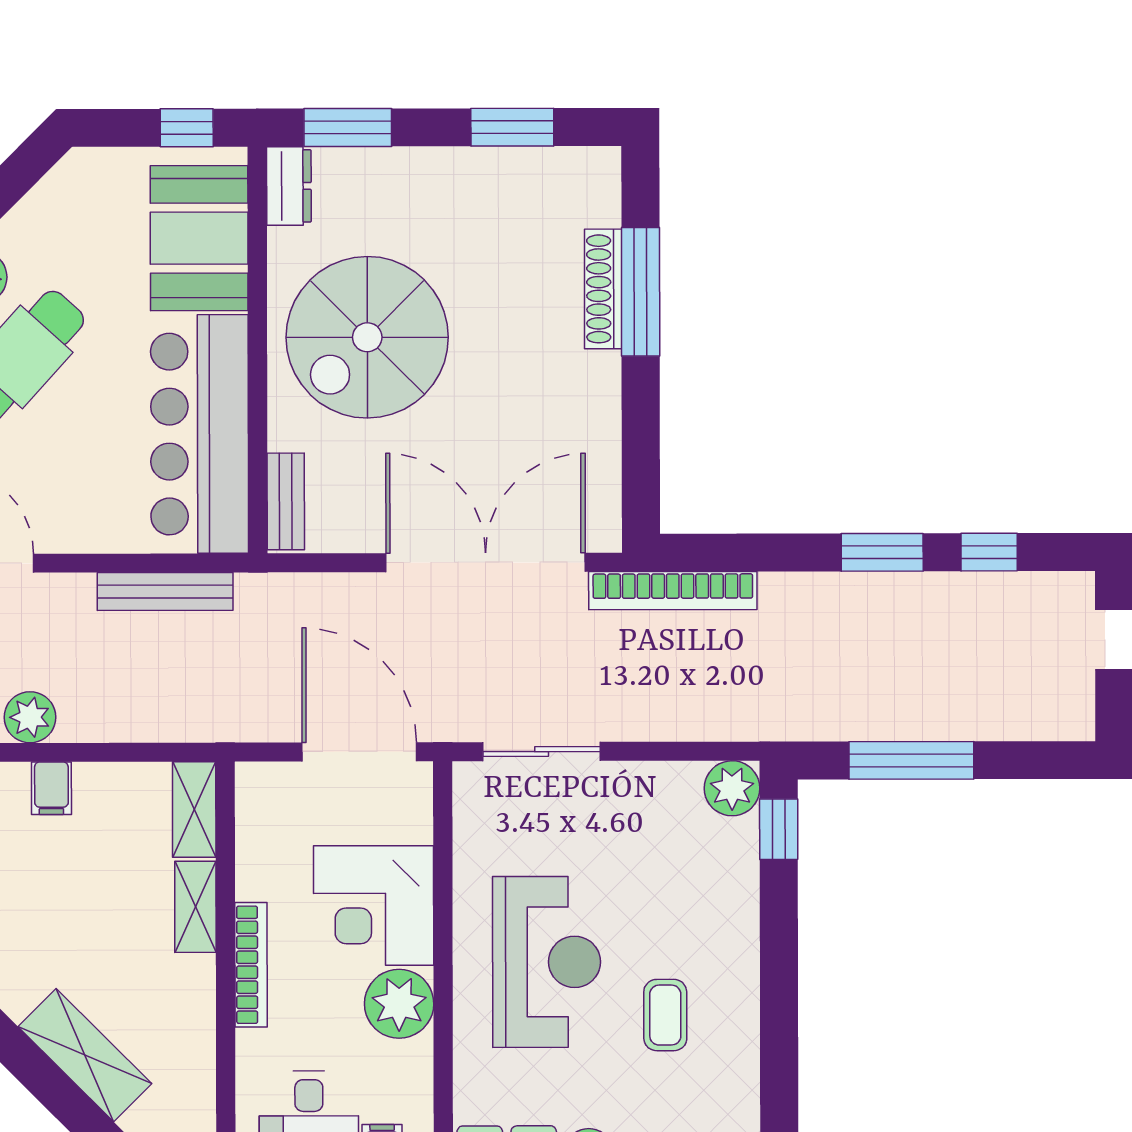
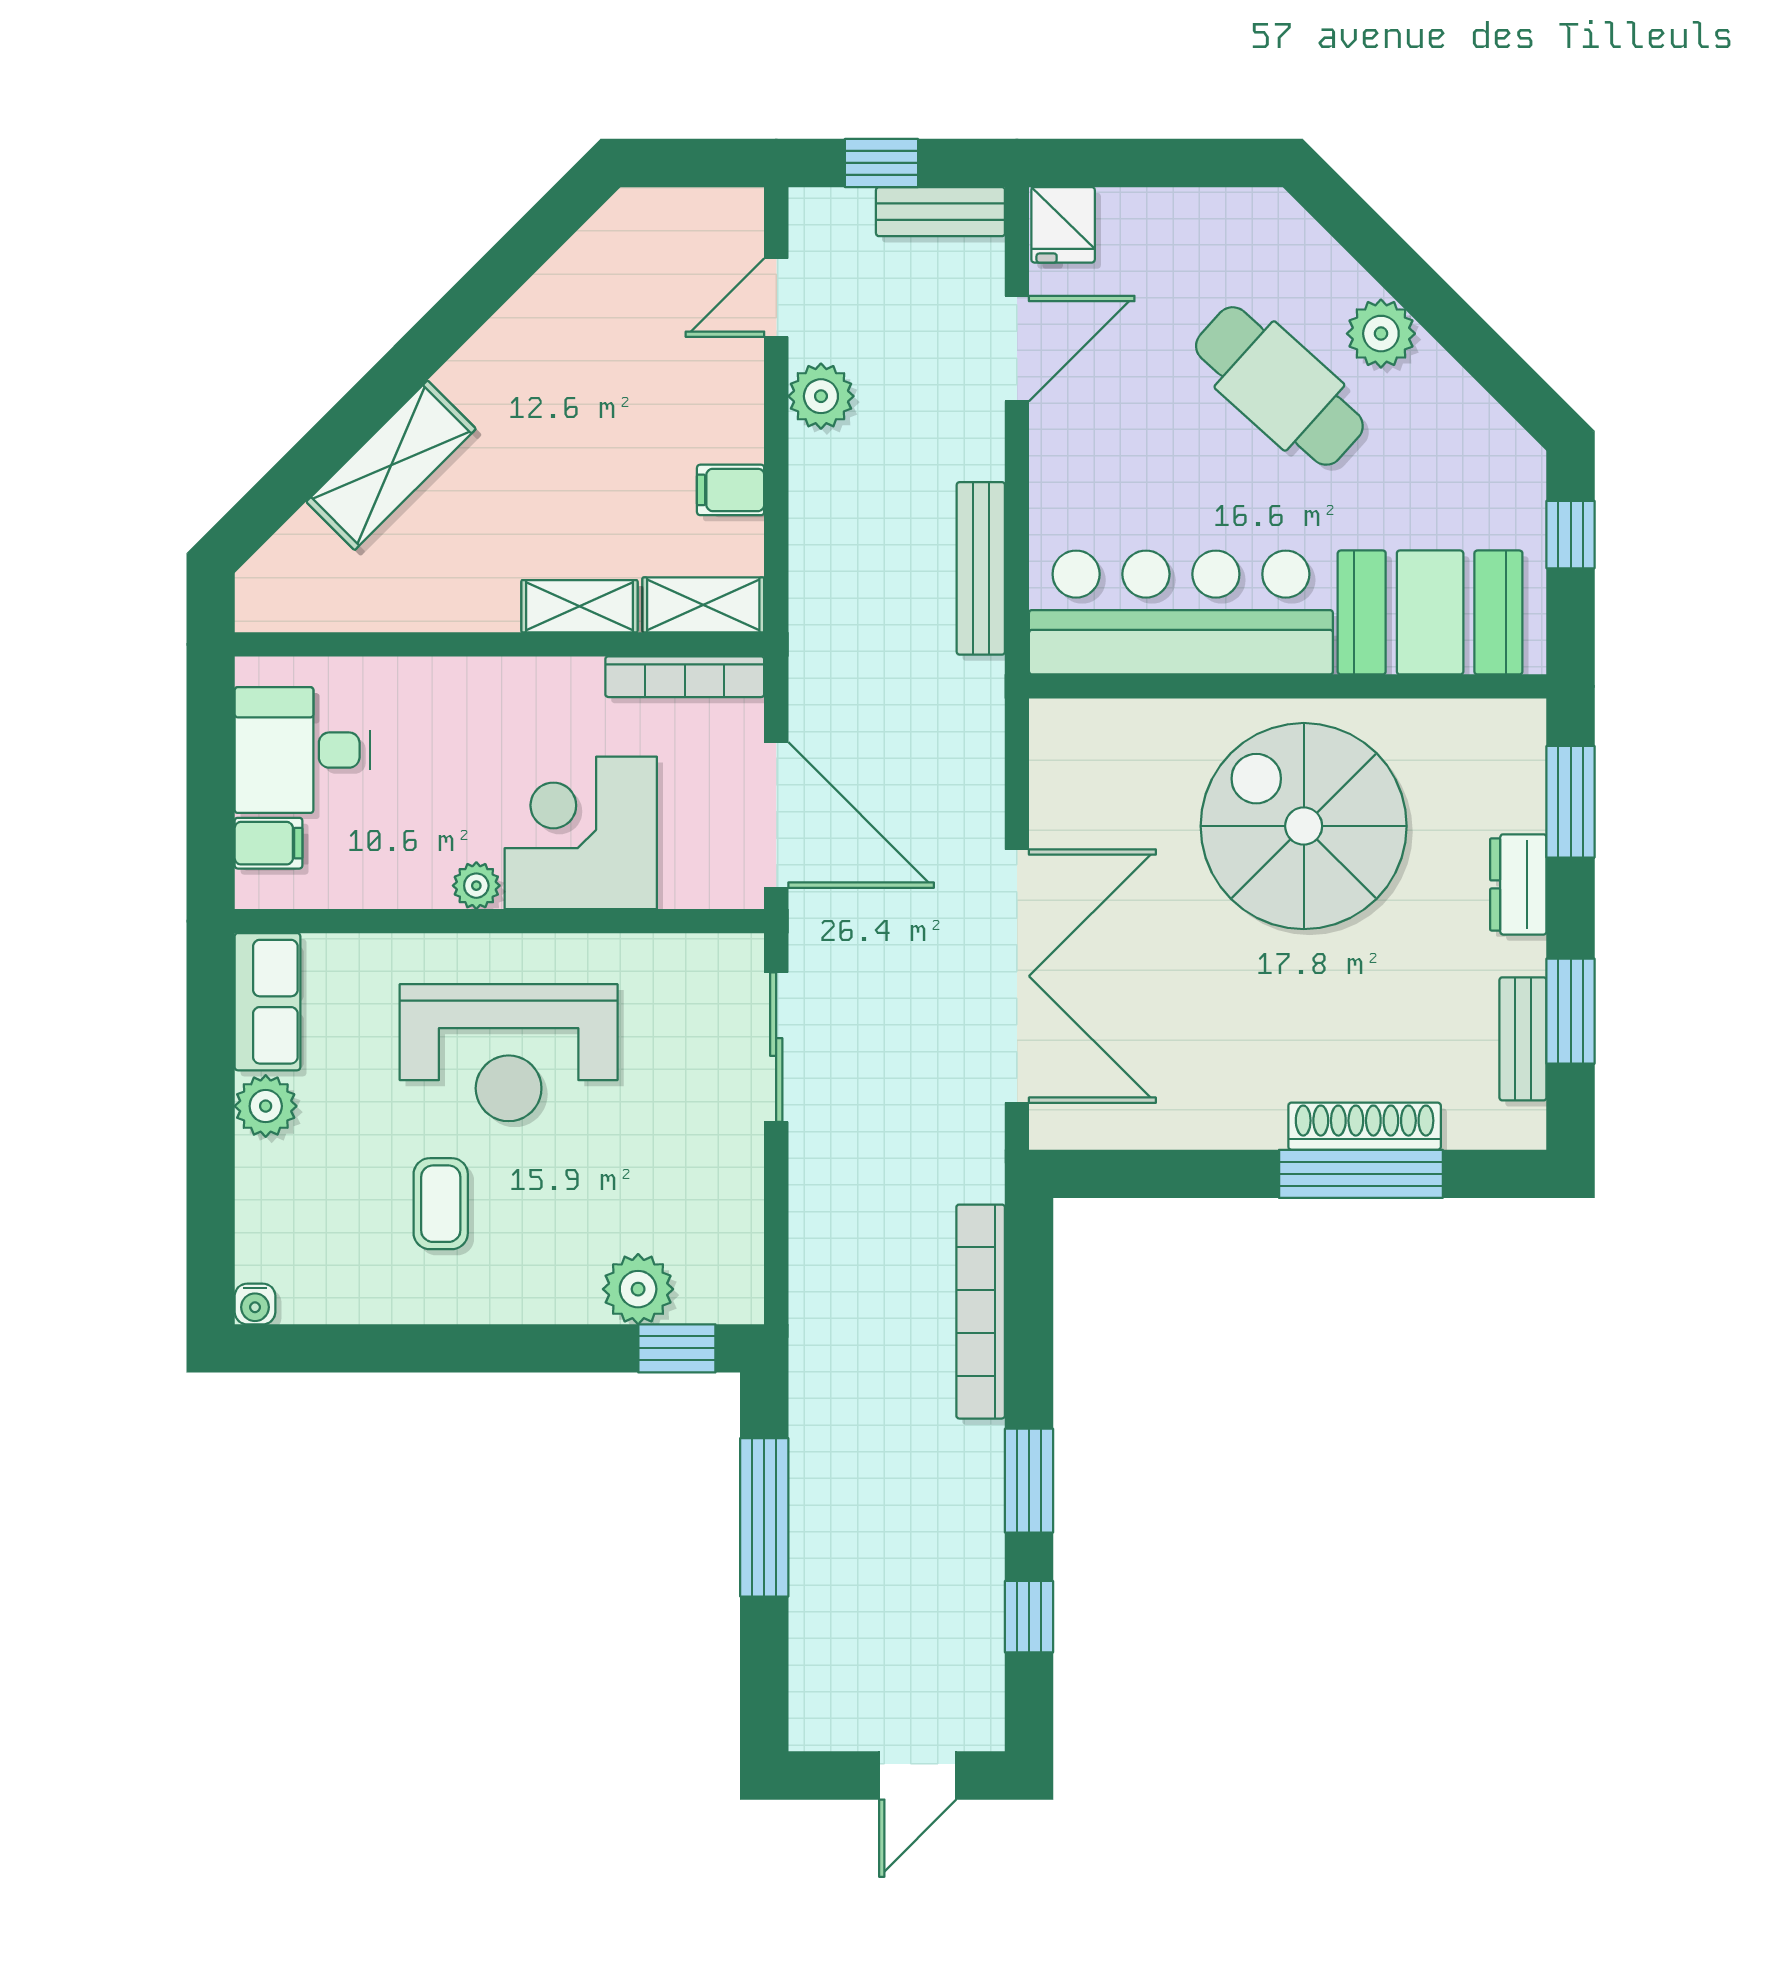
window: (187, 128) -> (1571, 535), moved
dresser: (289, 186) -> (1518, 884), moved, turned 90
bench: (286, 501) -> (1523, 1039), moved, turned 90
bookcase: (673, 591) -> (981, 1312), moved
door: (359, 752) -> (776, 815), hinge flipped
filing cabinet: (51, 788) -> (731, 490), moved
plant: (732, 788) -> (638, 1289), moved
bookcase: (251, 965) -> (685, 677), moved
plant: (399, 1004) -> (476, 886), width x0.53, depth x0.53
coffee table: (665, 1015) -> (441, 1204), turned 90

